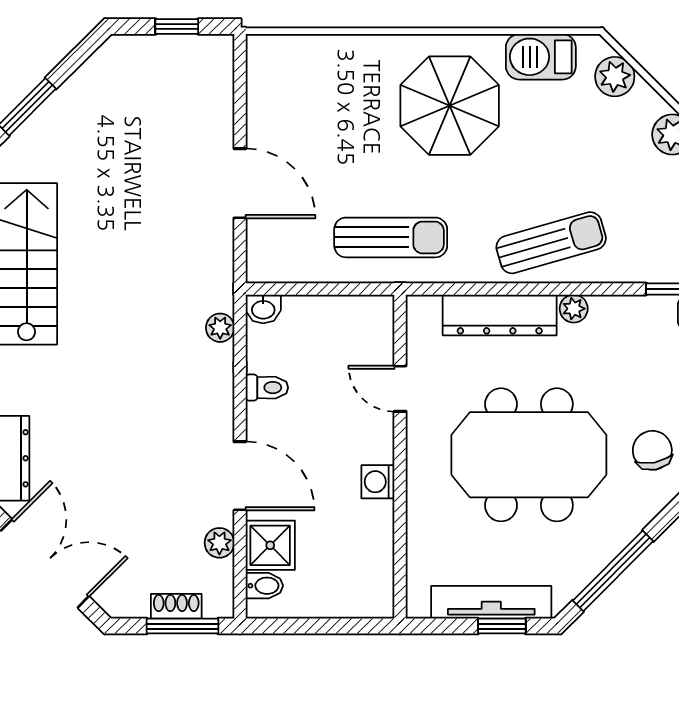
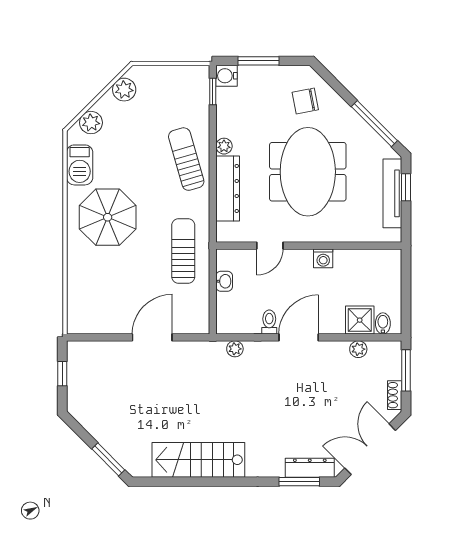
washbasin: (263, 309) -> (224, 281), moved
door: (240, 476) -> (299, 337), moved
shoe rack: (176, 606) -> (395, 395), moved

